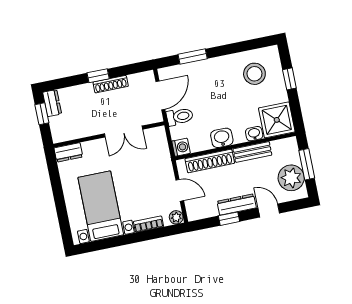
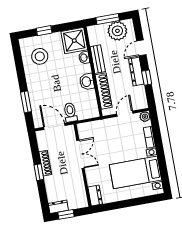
washing machine: (181, 147) -> (93, 112), removed

